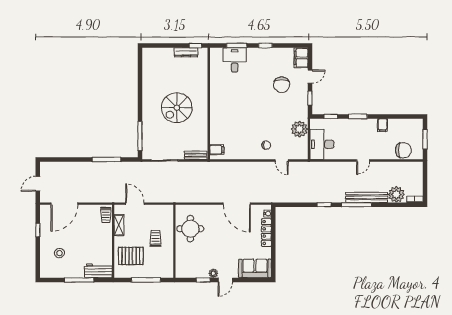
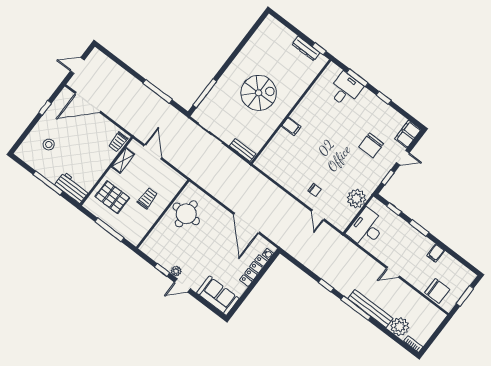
spiral stairs: (177, 108) -> (259, 93), turned 180
filing cabinet: (217, 150) -> (291, 126), moved

